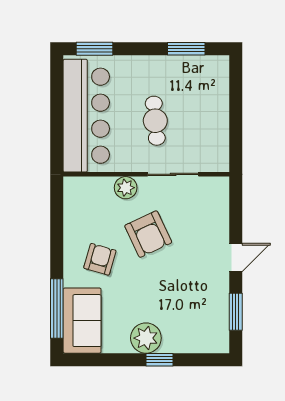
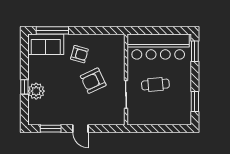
plant: (126, 188) -> (119, 68), removed
plant: (146, 338) -> (36, 91), moved

